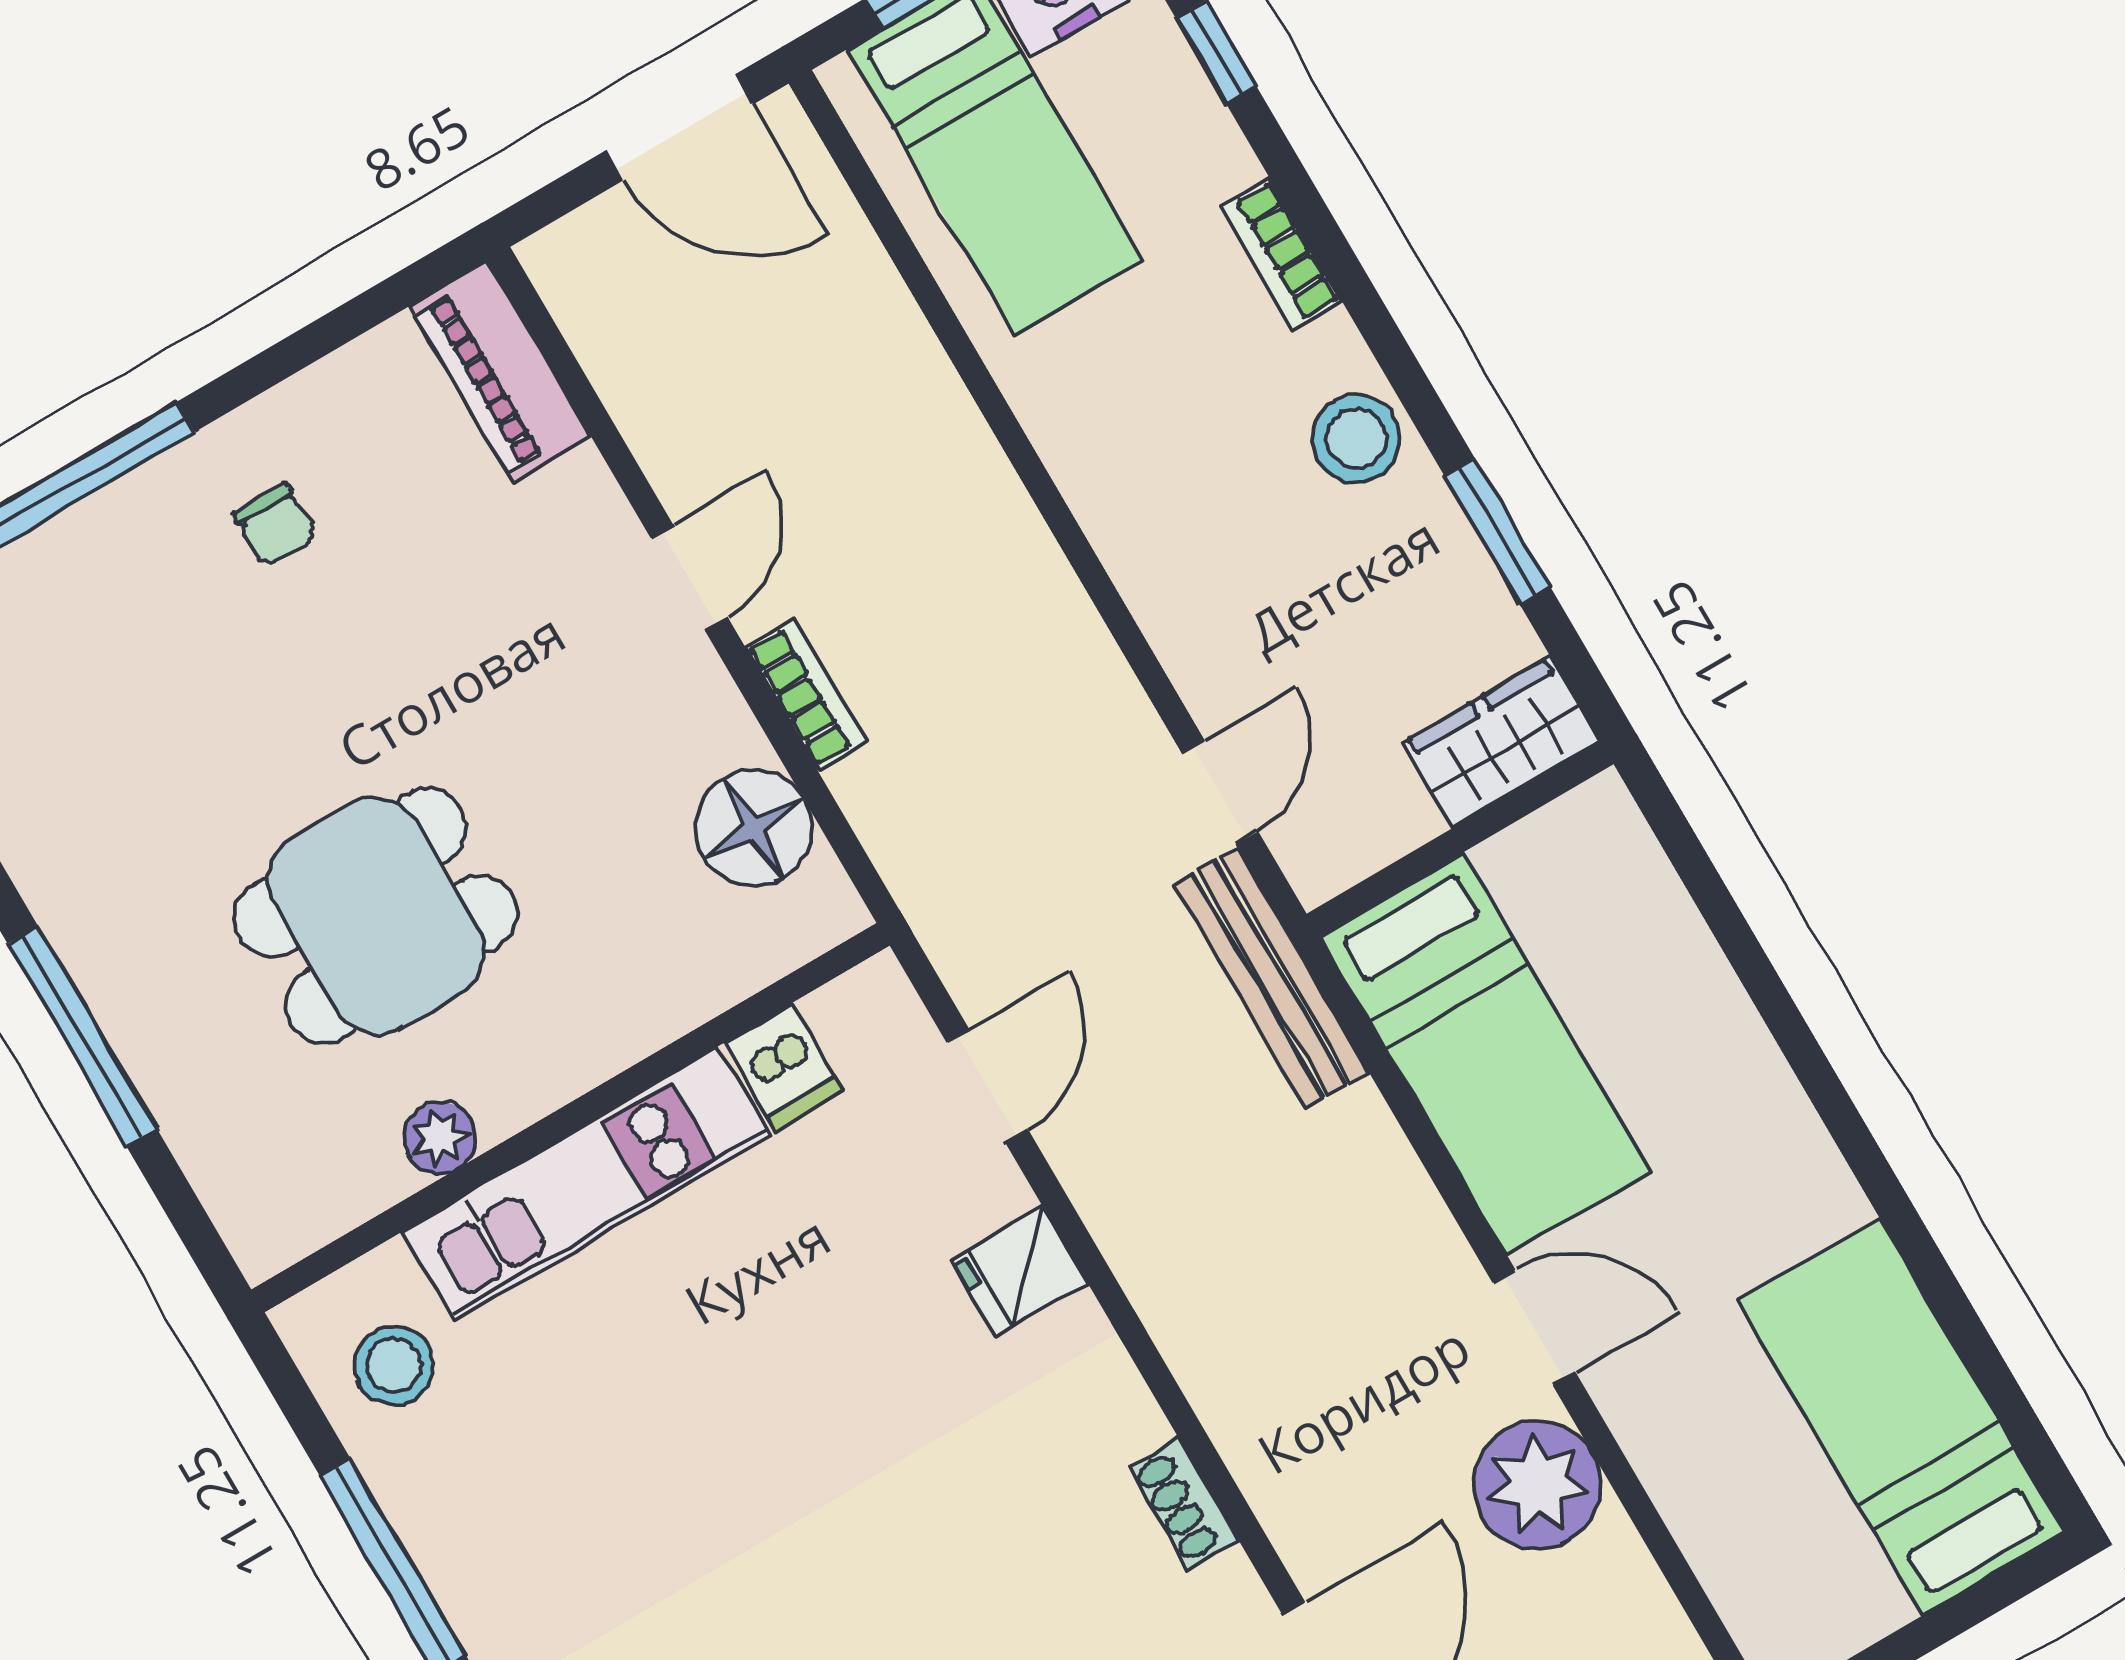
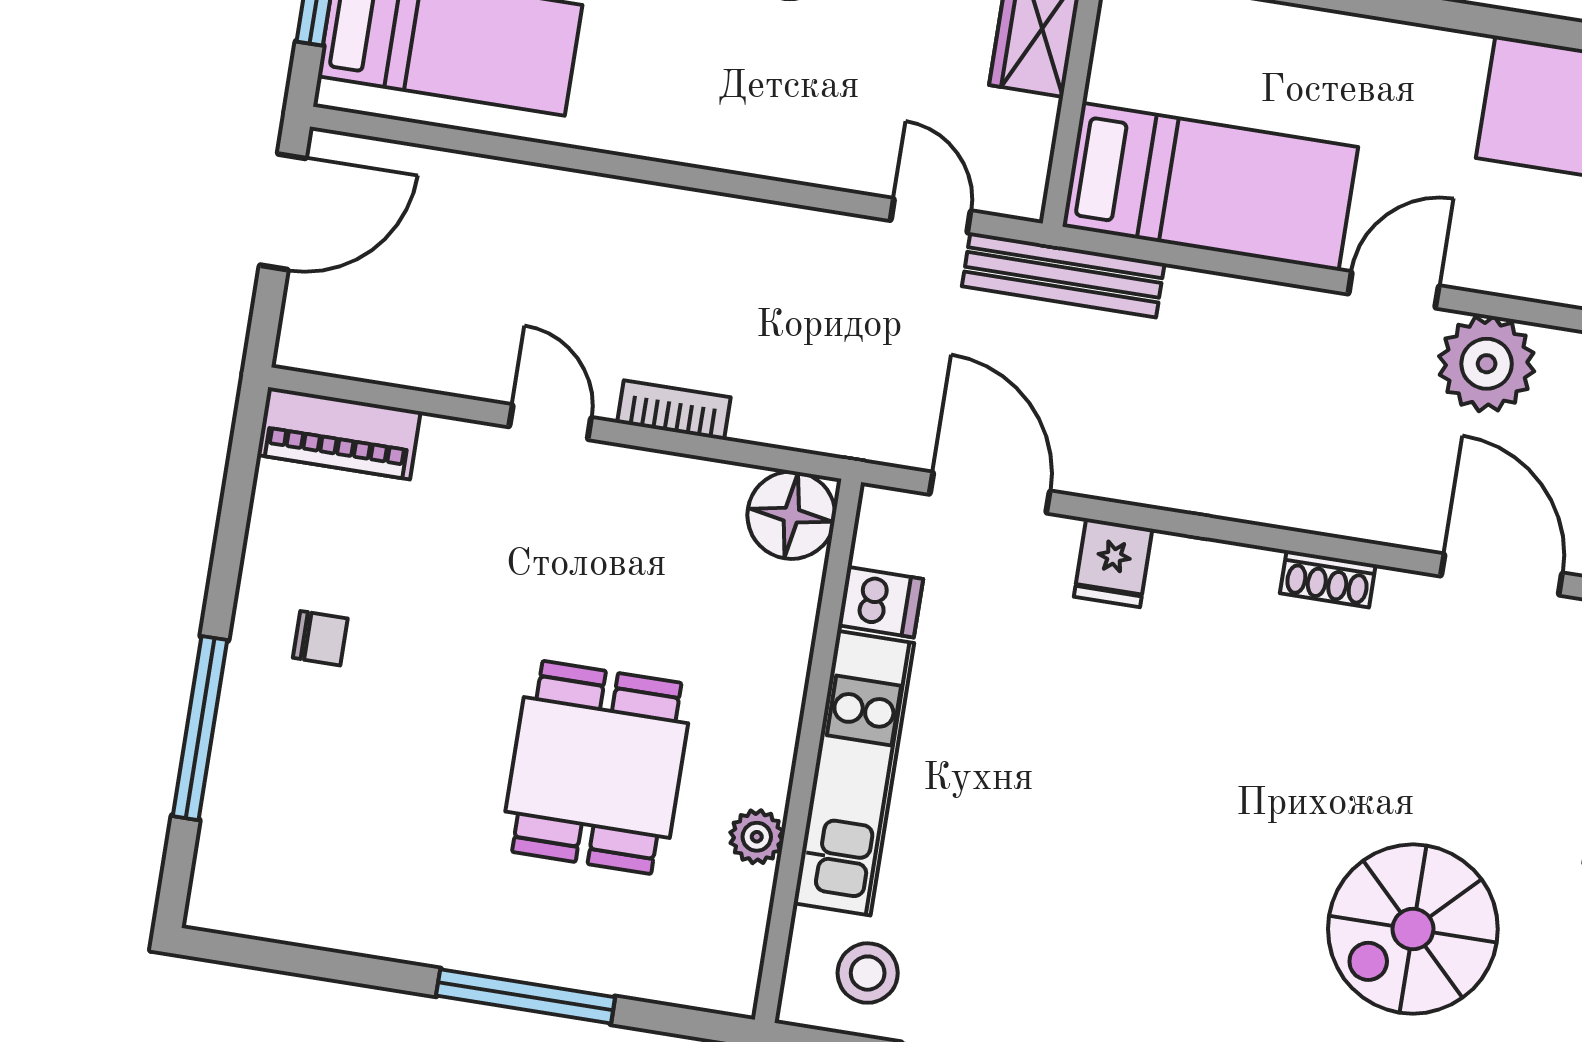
floor lamp: (753, 828) -> (791, 515), moved
door: (987, 1086) -> (990, 493), width x1.38

